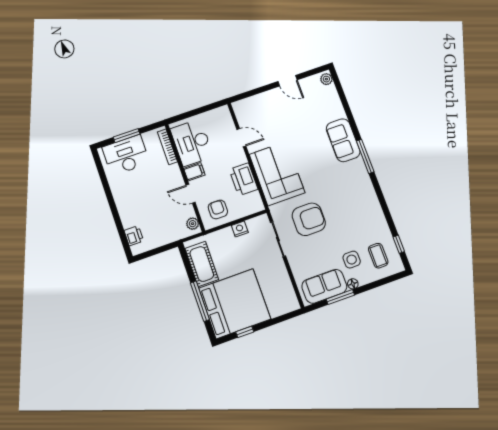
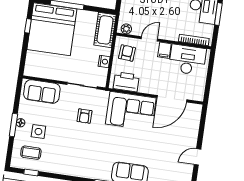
door: (241, 138) -> (172, 99), width x1.87
printer: (244, 179) -> (126, 82), moved
armchair: (218, 209) -> (127, 53), turned -86
armchair: (309, 219) -> (84, 116), width x0.53, depth x0.53
cot: (202, 264) -> (105, 30), moved, turned 90
sofa: (324, 286) -> (42, 92), moved, turned 90
window: (340, 297) -> (13, 125), moved

